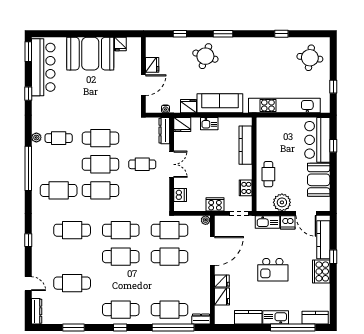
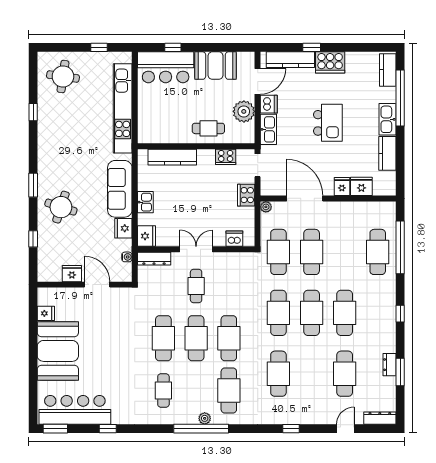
plant: (36, 138) -> (205, 418), moved
cafe table: (121, 310) -> (345, 313), moved
dresser: (201, 319) -> (390, 365), moved

